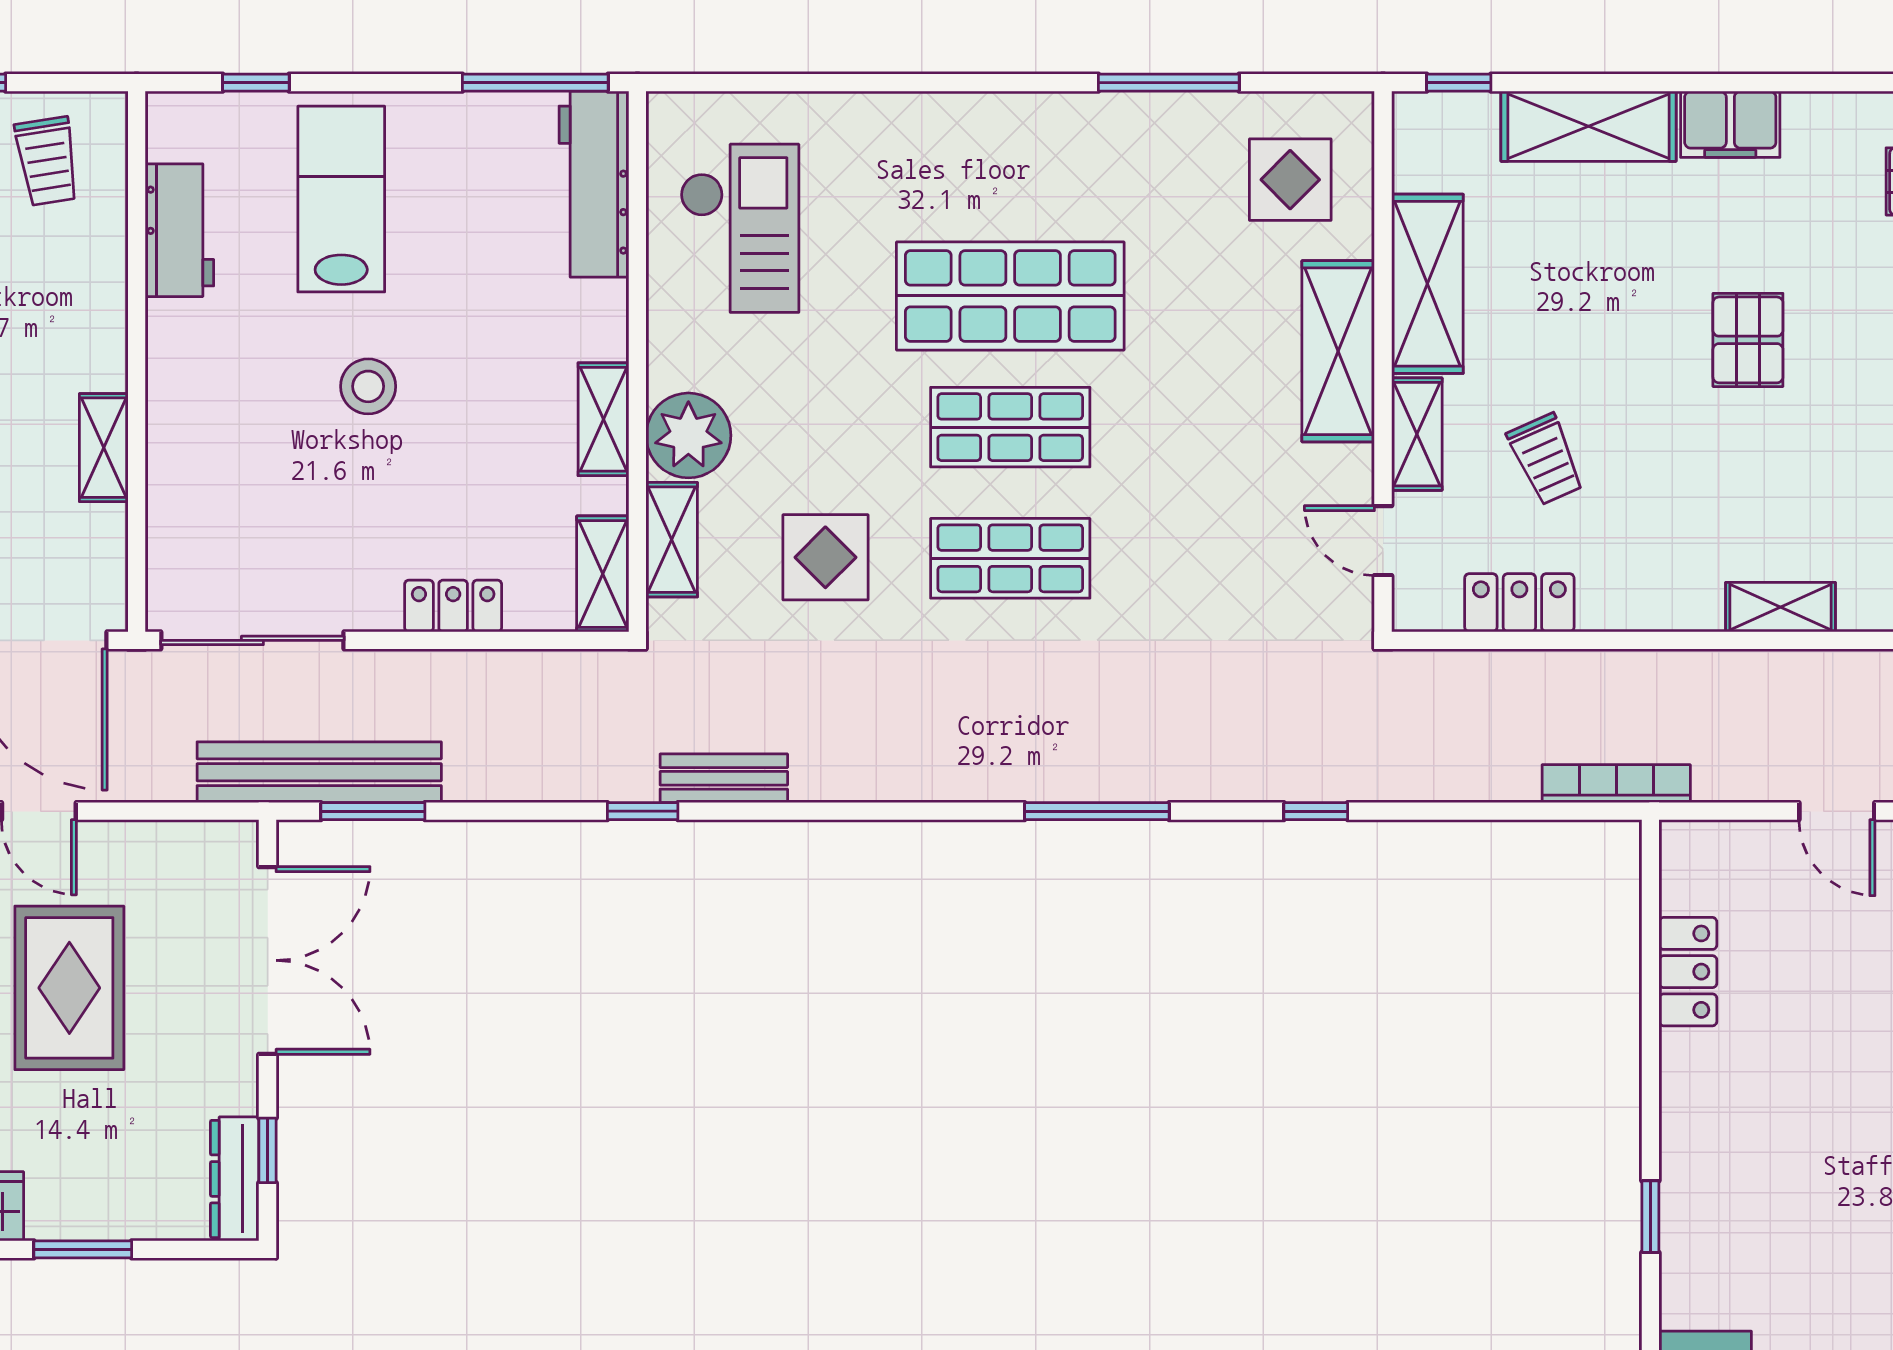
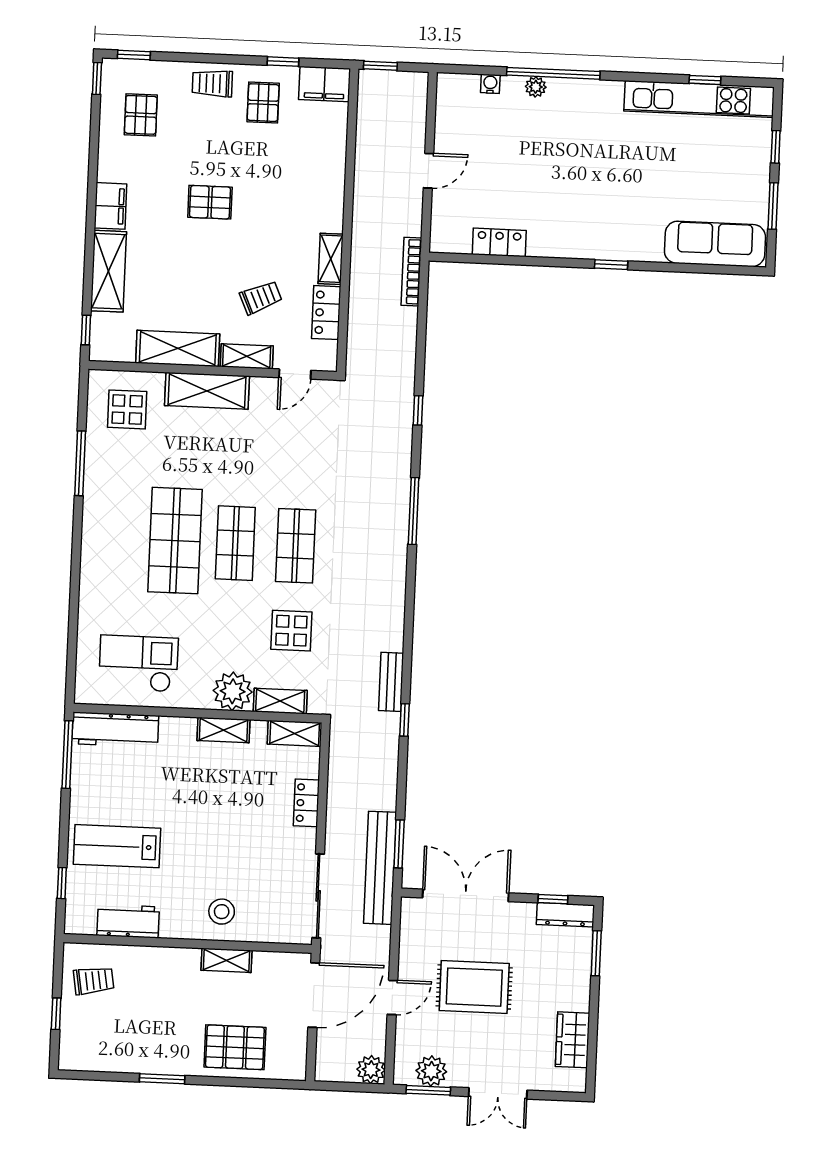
stool: (368, 386) -> (222, 912), moved
shelving: (1781, 607) -> (331, 259), moved
window: (83, 1249) -> (596, 953), moved

